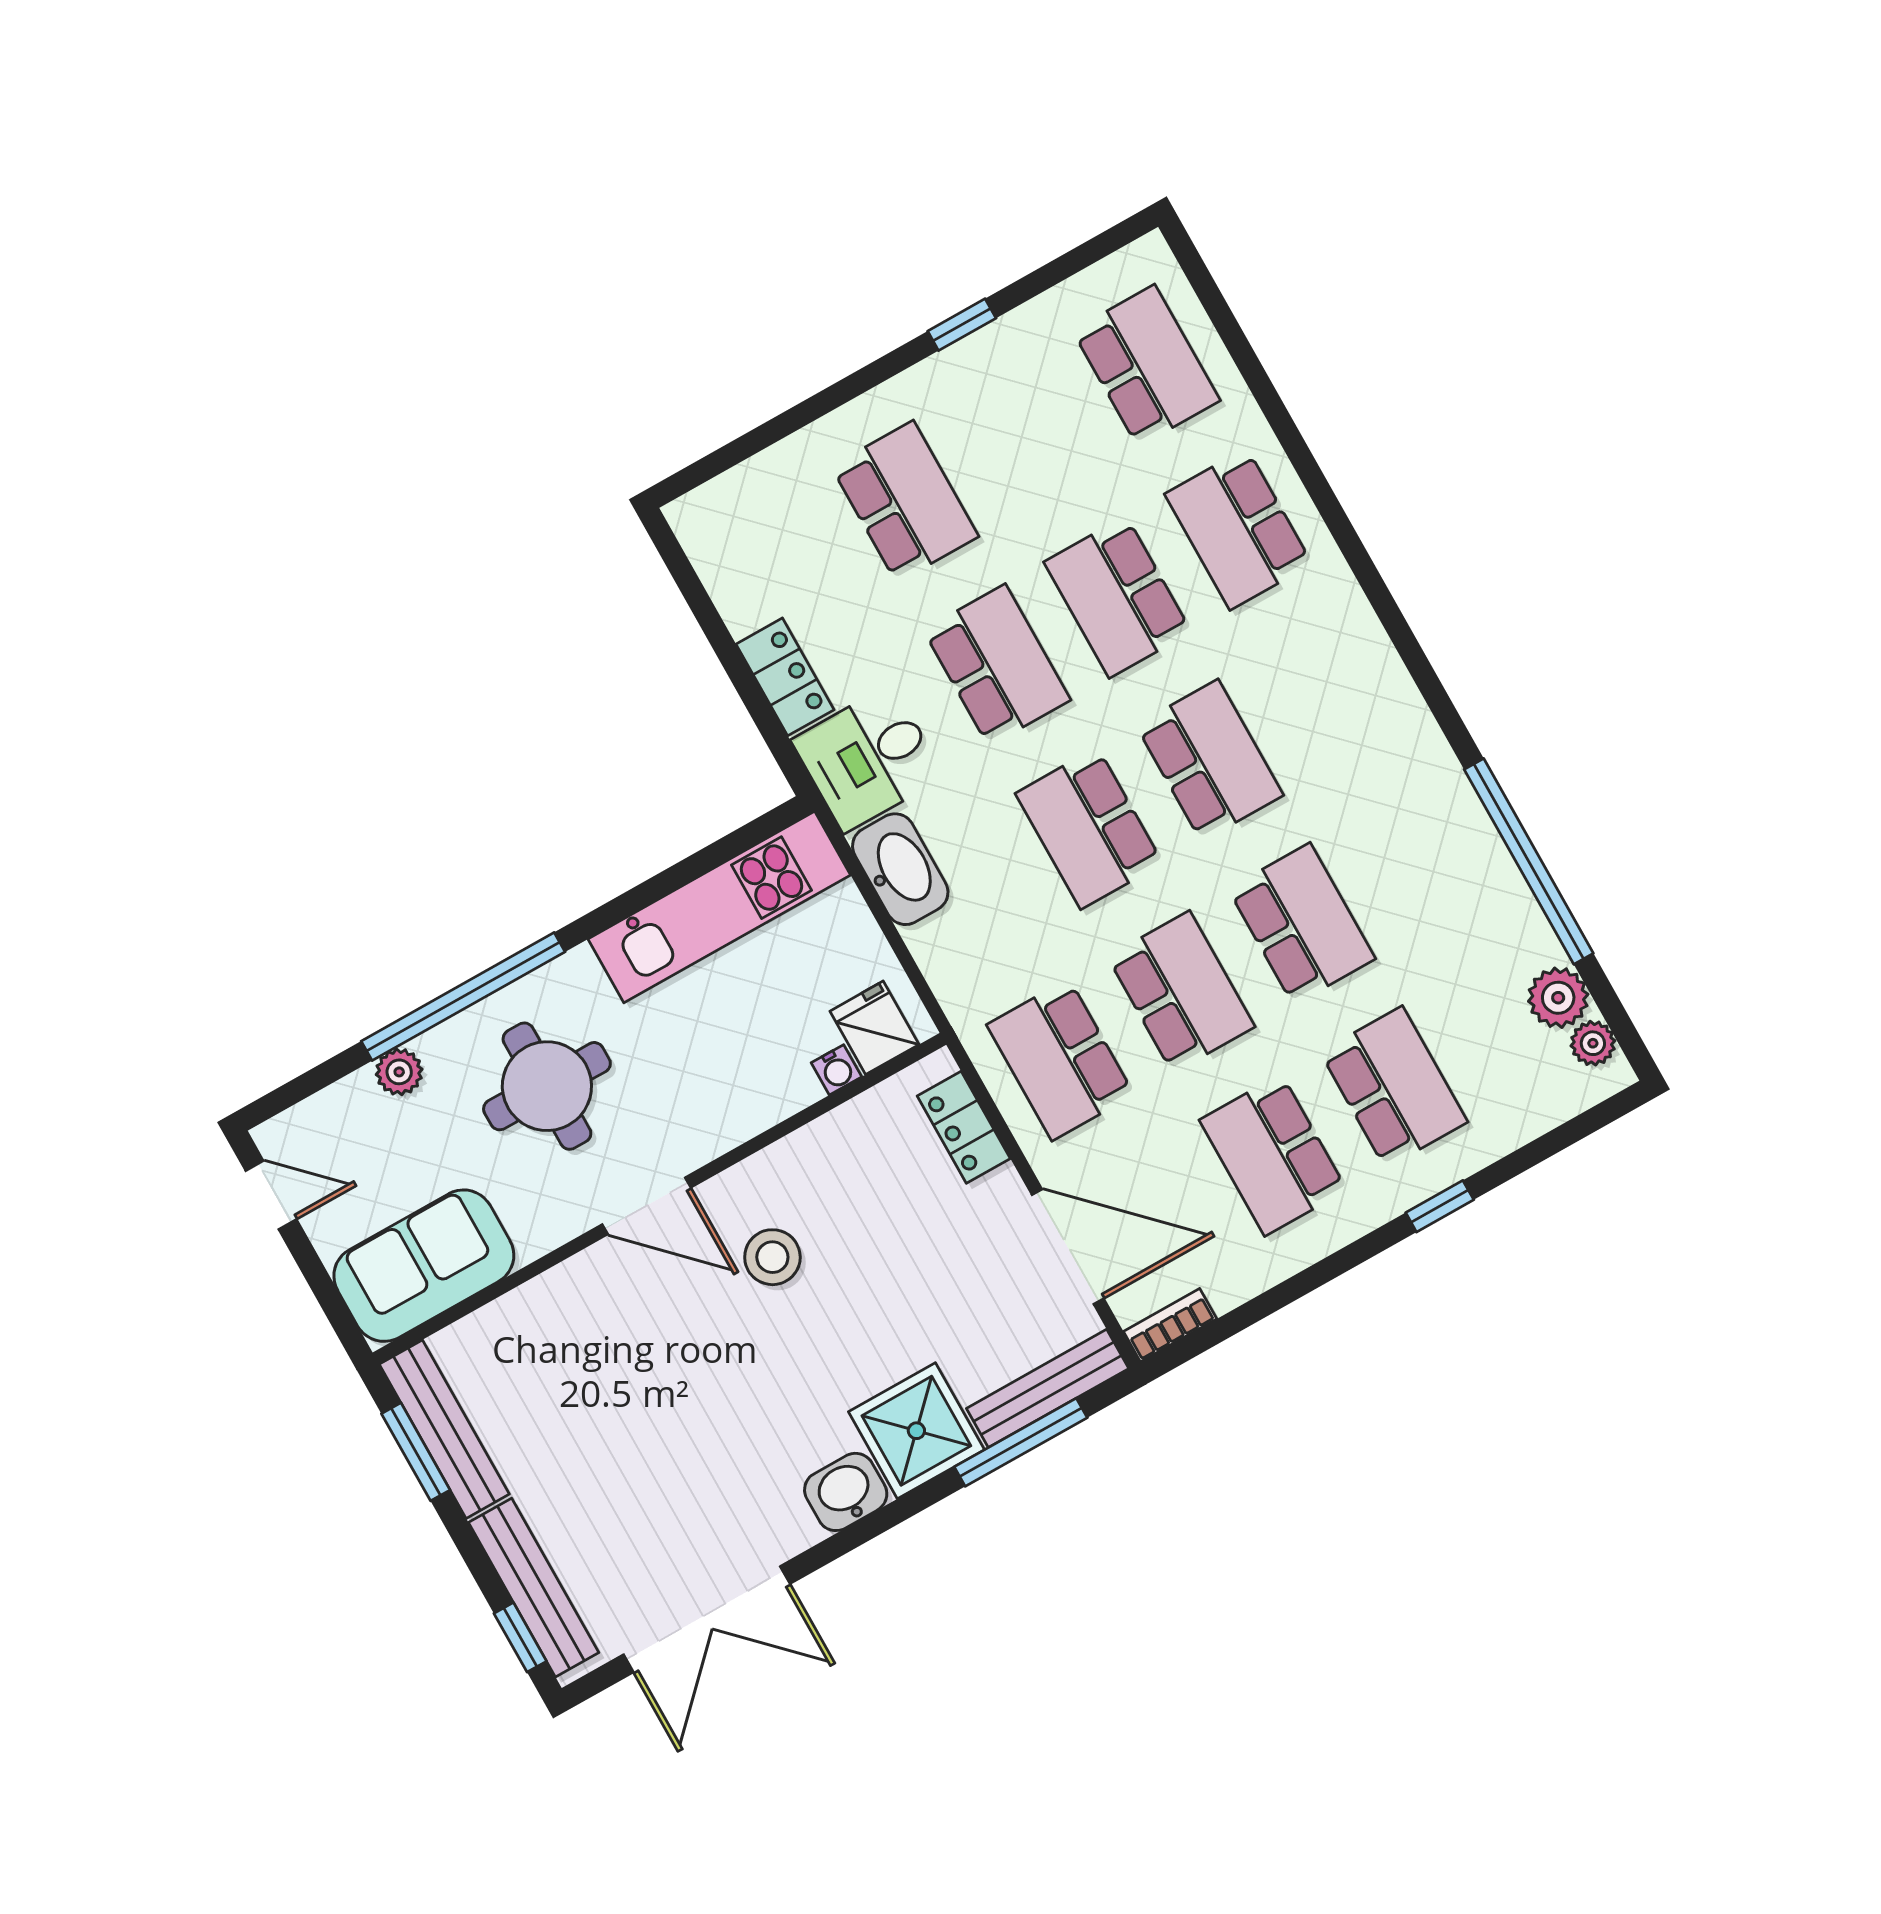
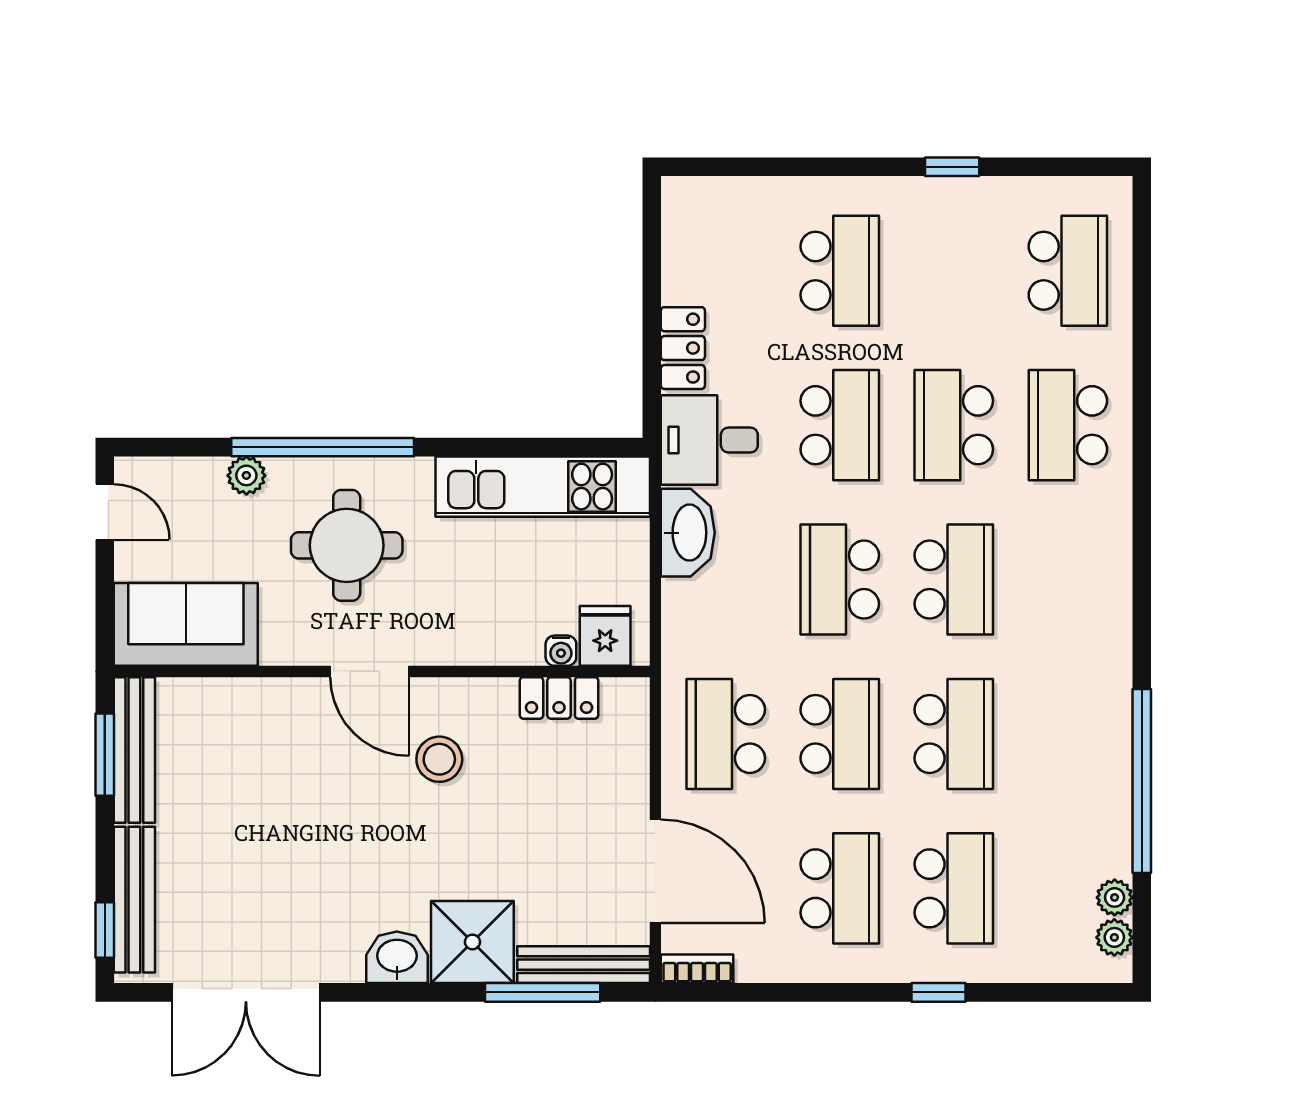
plant: (1558, 998) -> (1115, 897), width x0.73, depth x0.73
locker: (964, 1127) -> (559, 698), moved, turned -90
school desk: (1273, 1155) -> (840, 888), turned 180

